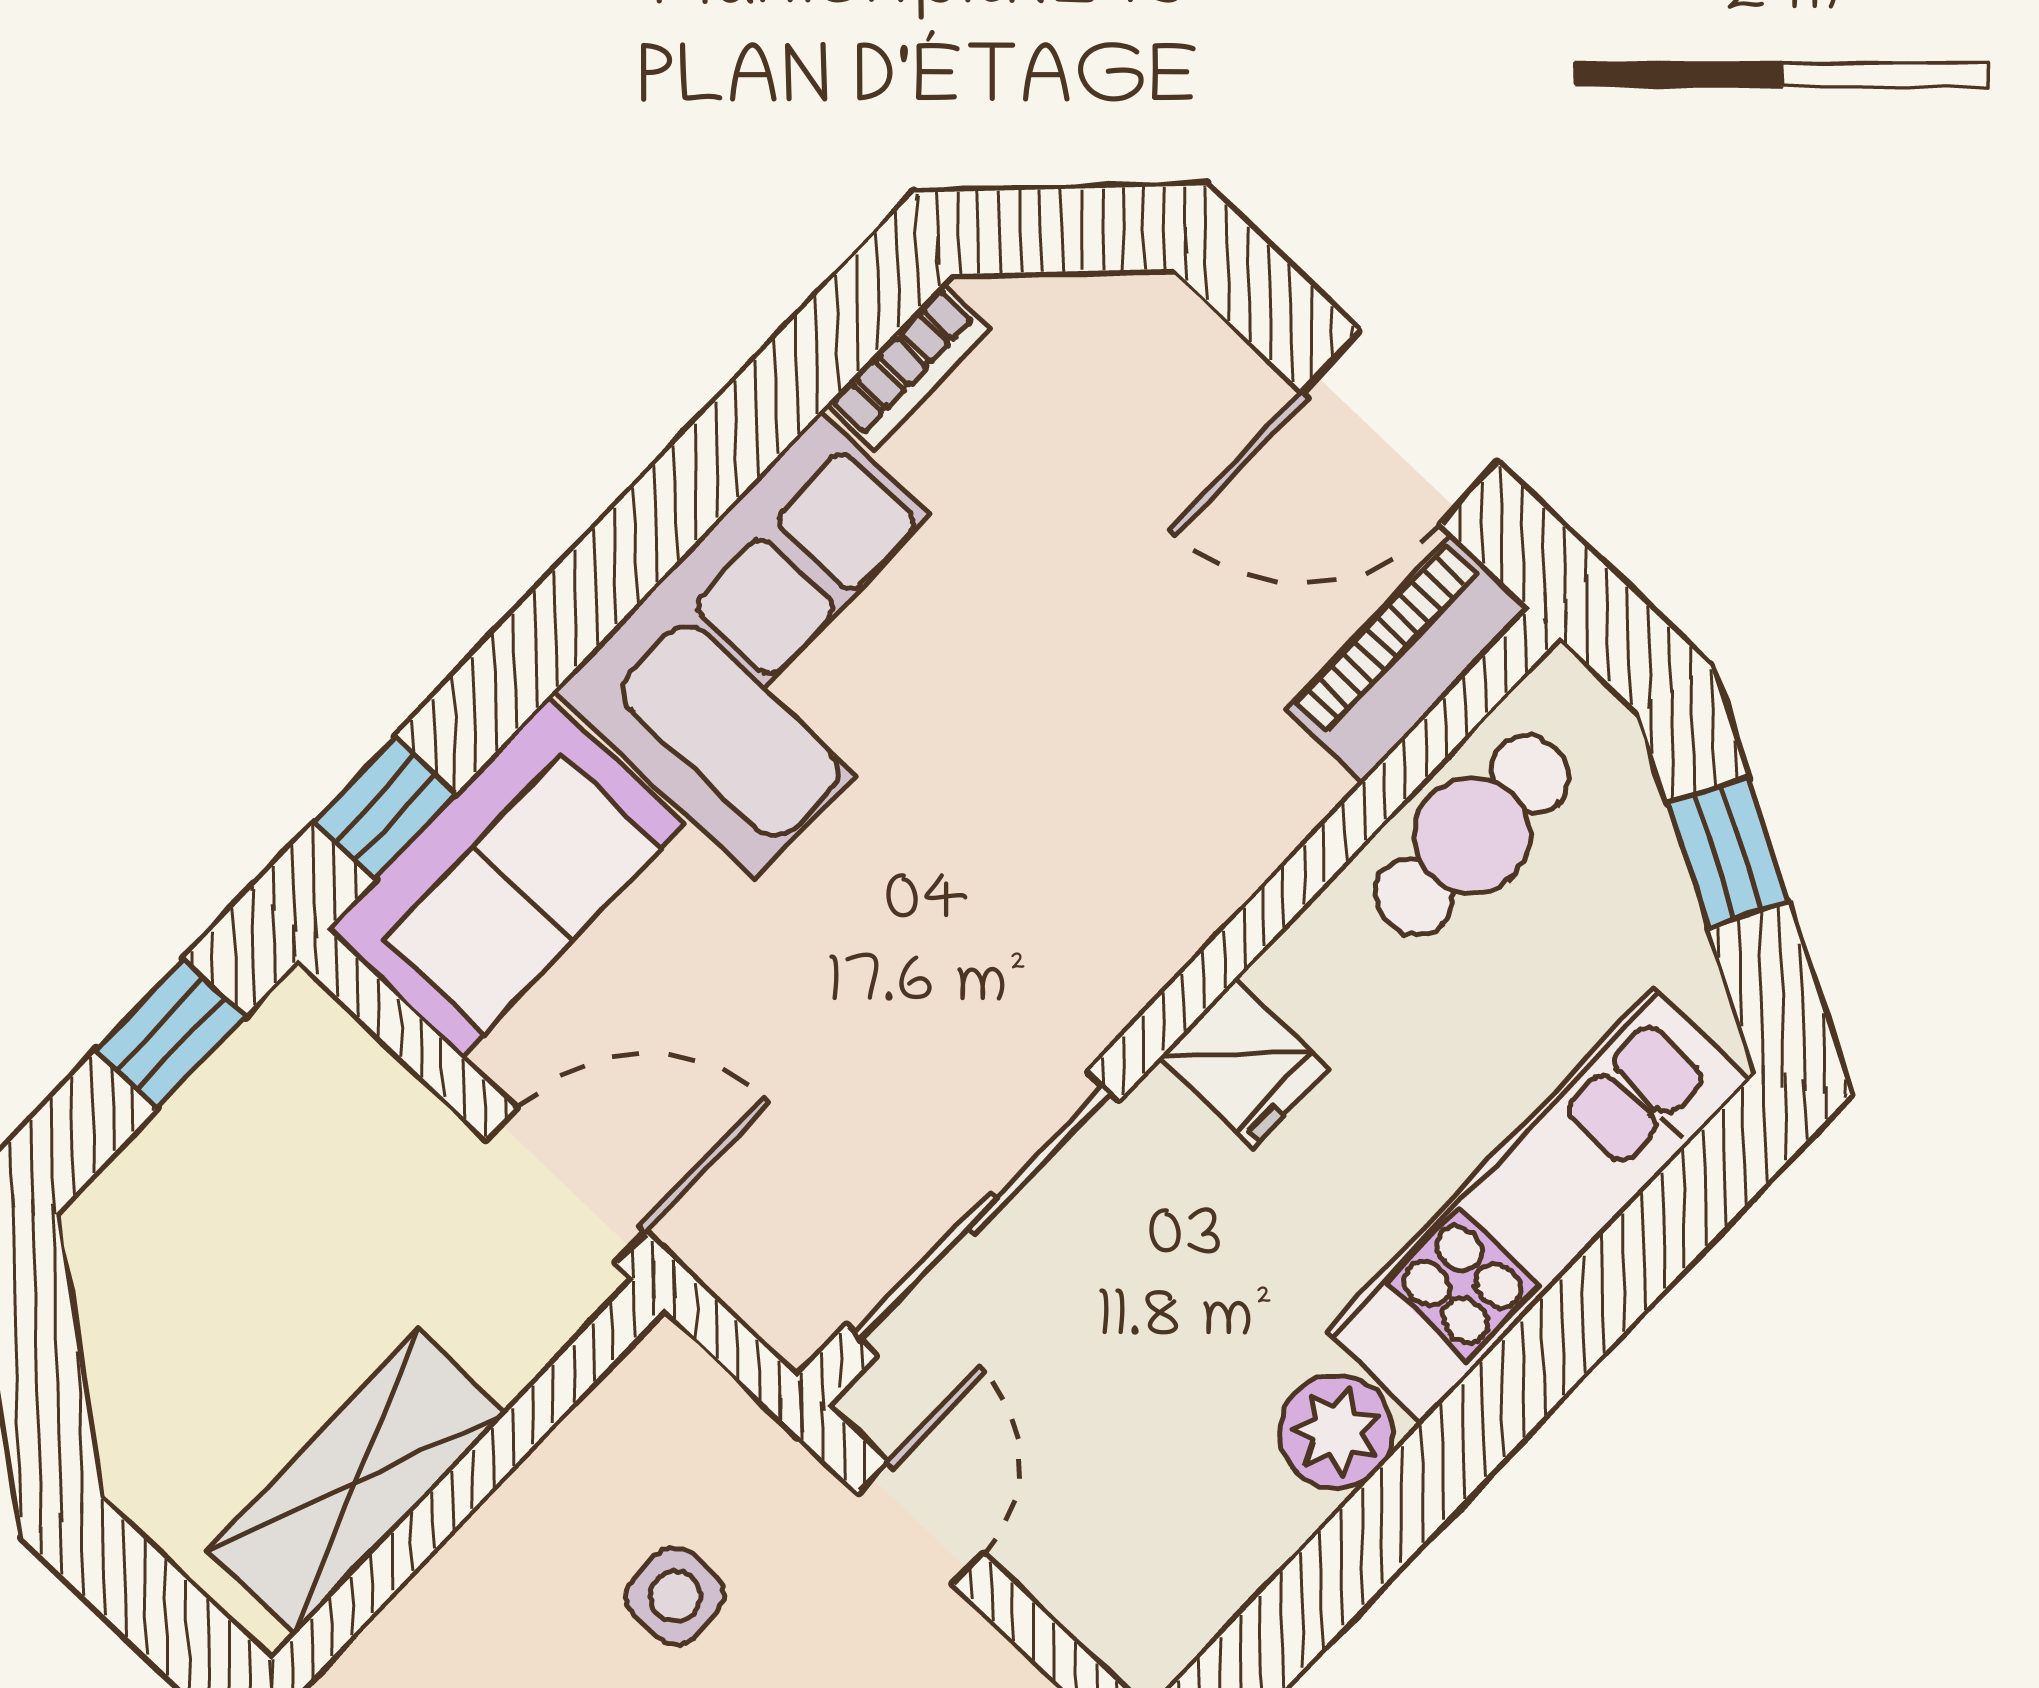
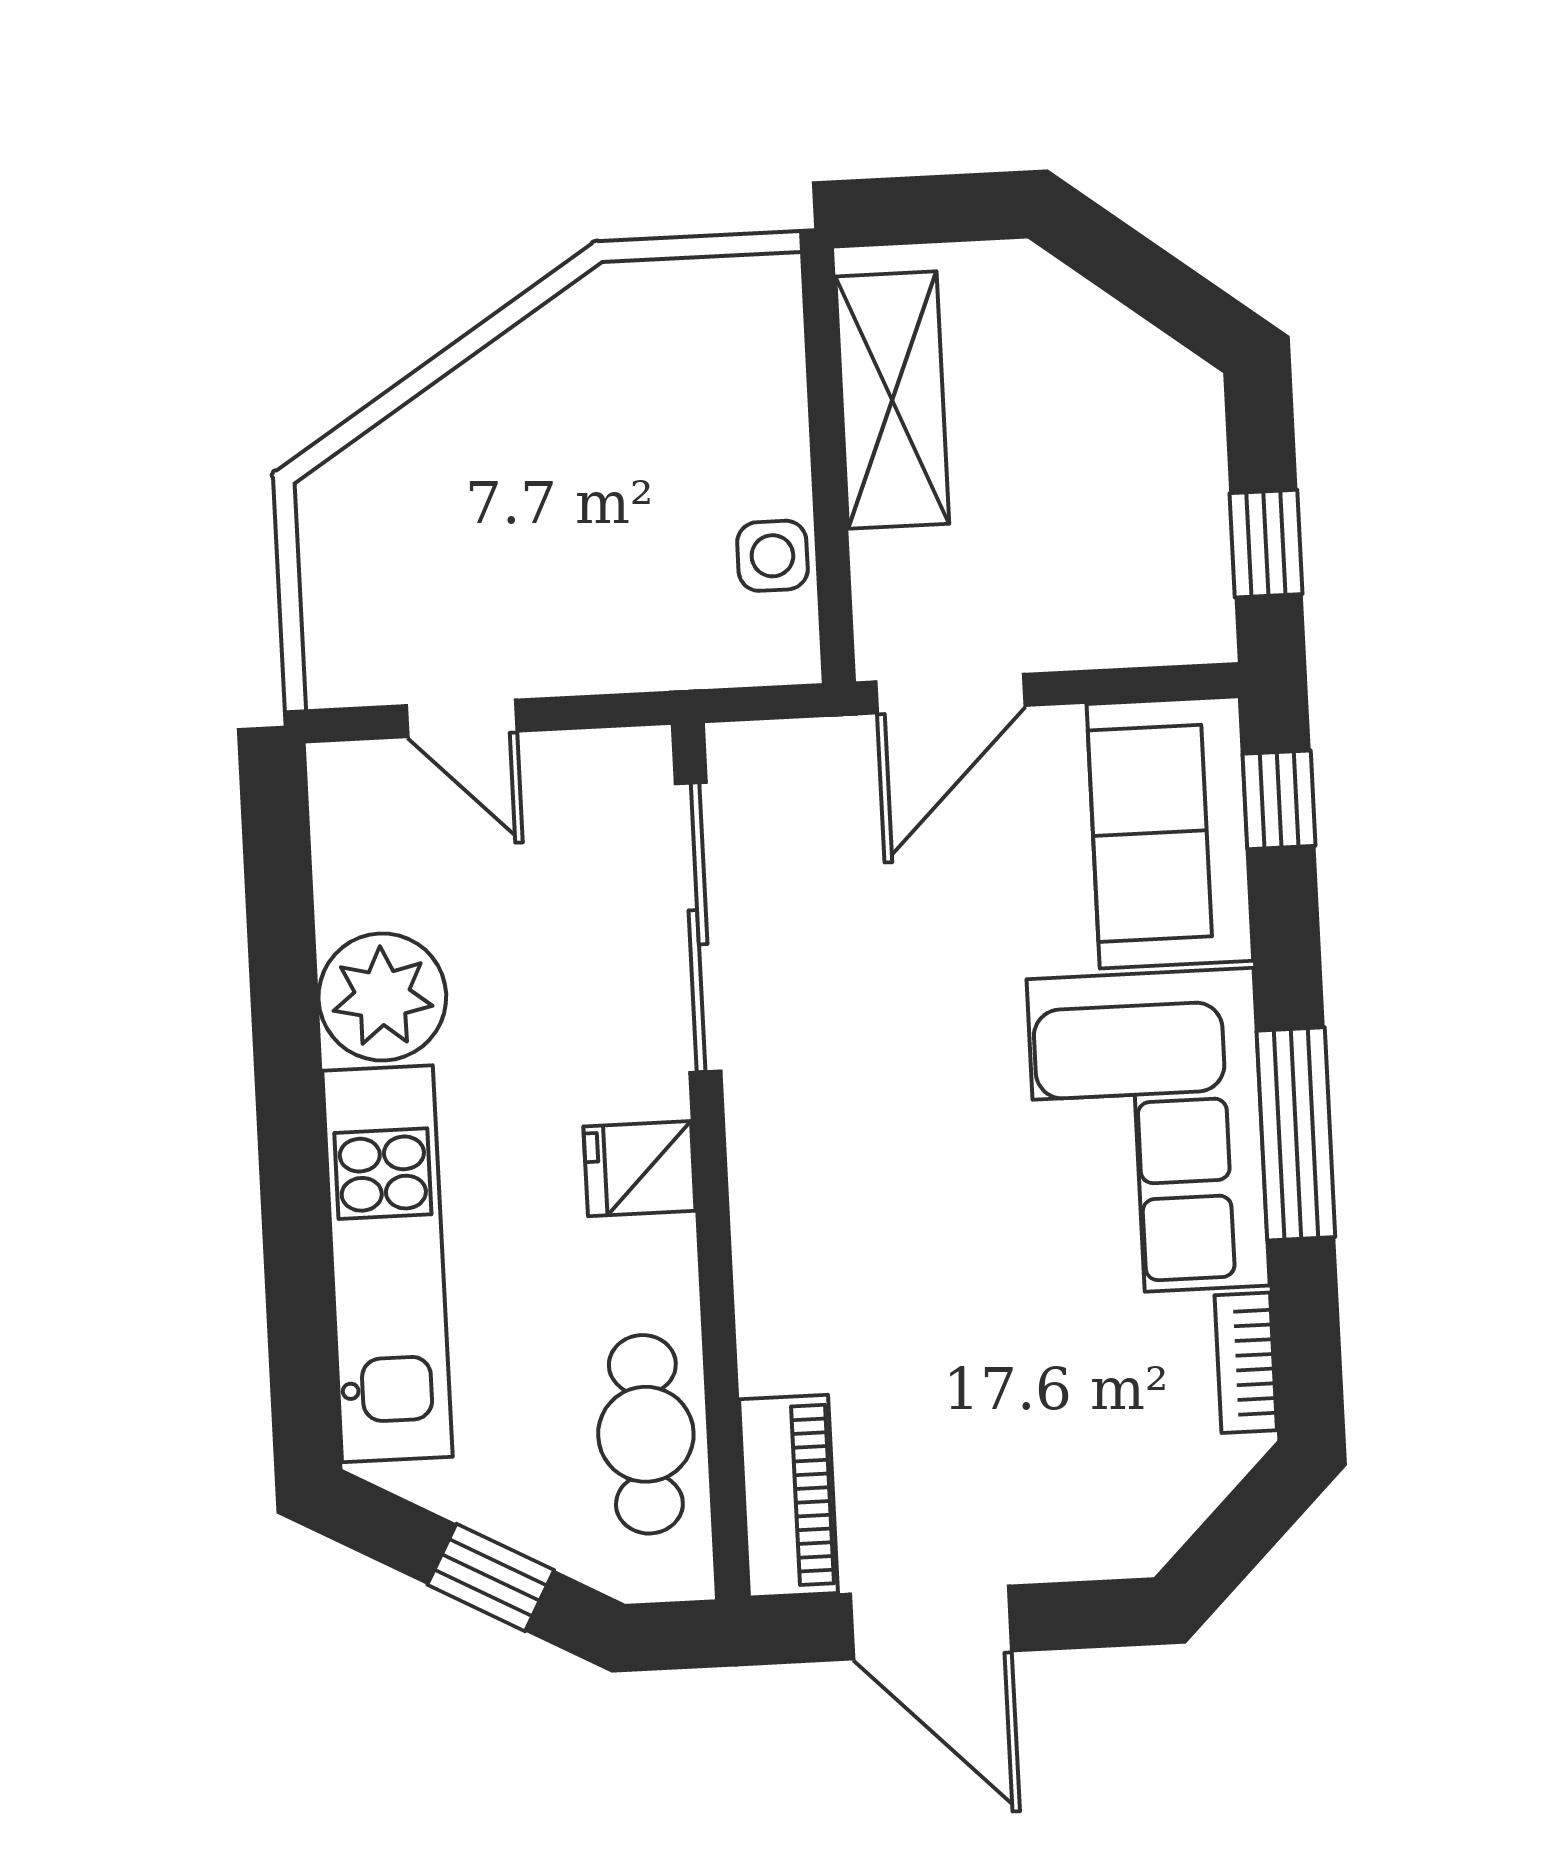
door: (1400, 427) -> (931, 1623), swing flipped
window: (665, 514) -> (1296, 1134), added
plant: (1337, 1432) -> (382, 997), width x1.36, depth x1.36
door: (920, 1523) -> (462, 718), moved
side table: (675, 1596) -> (772, 556), moved

